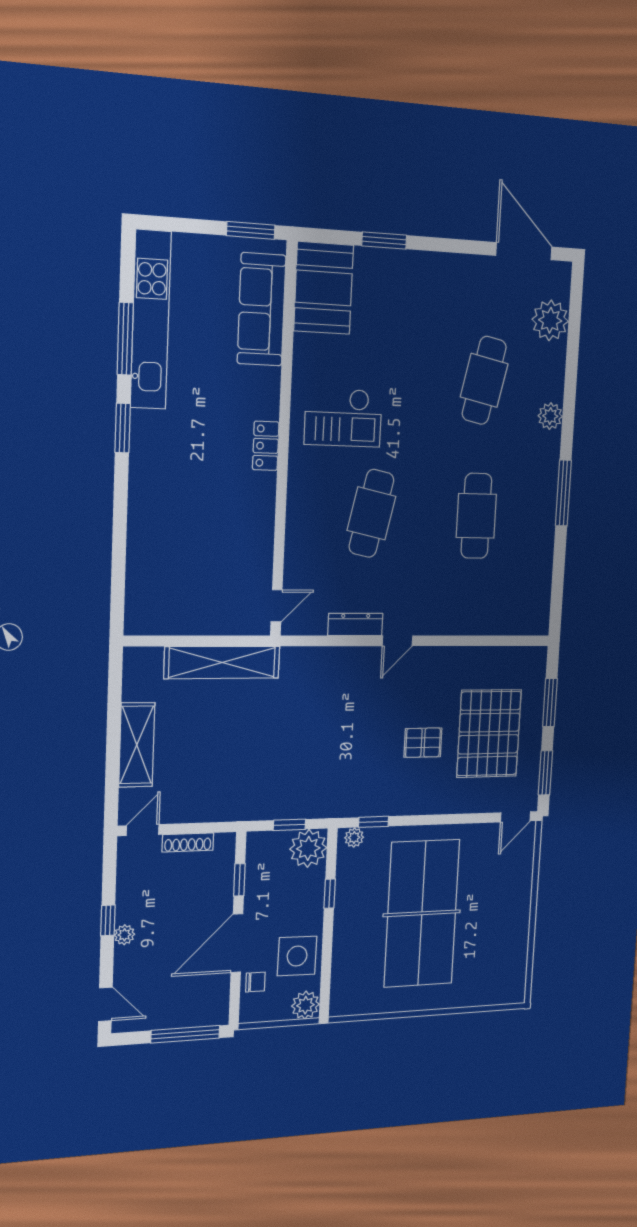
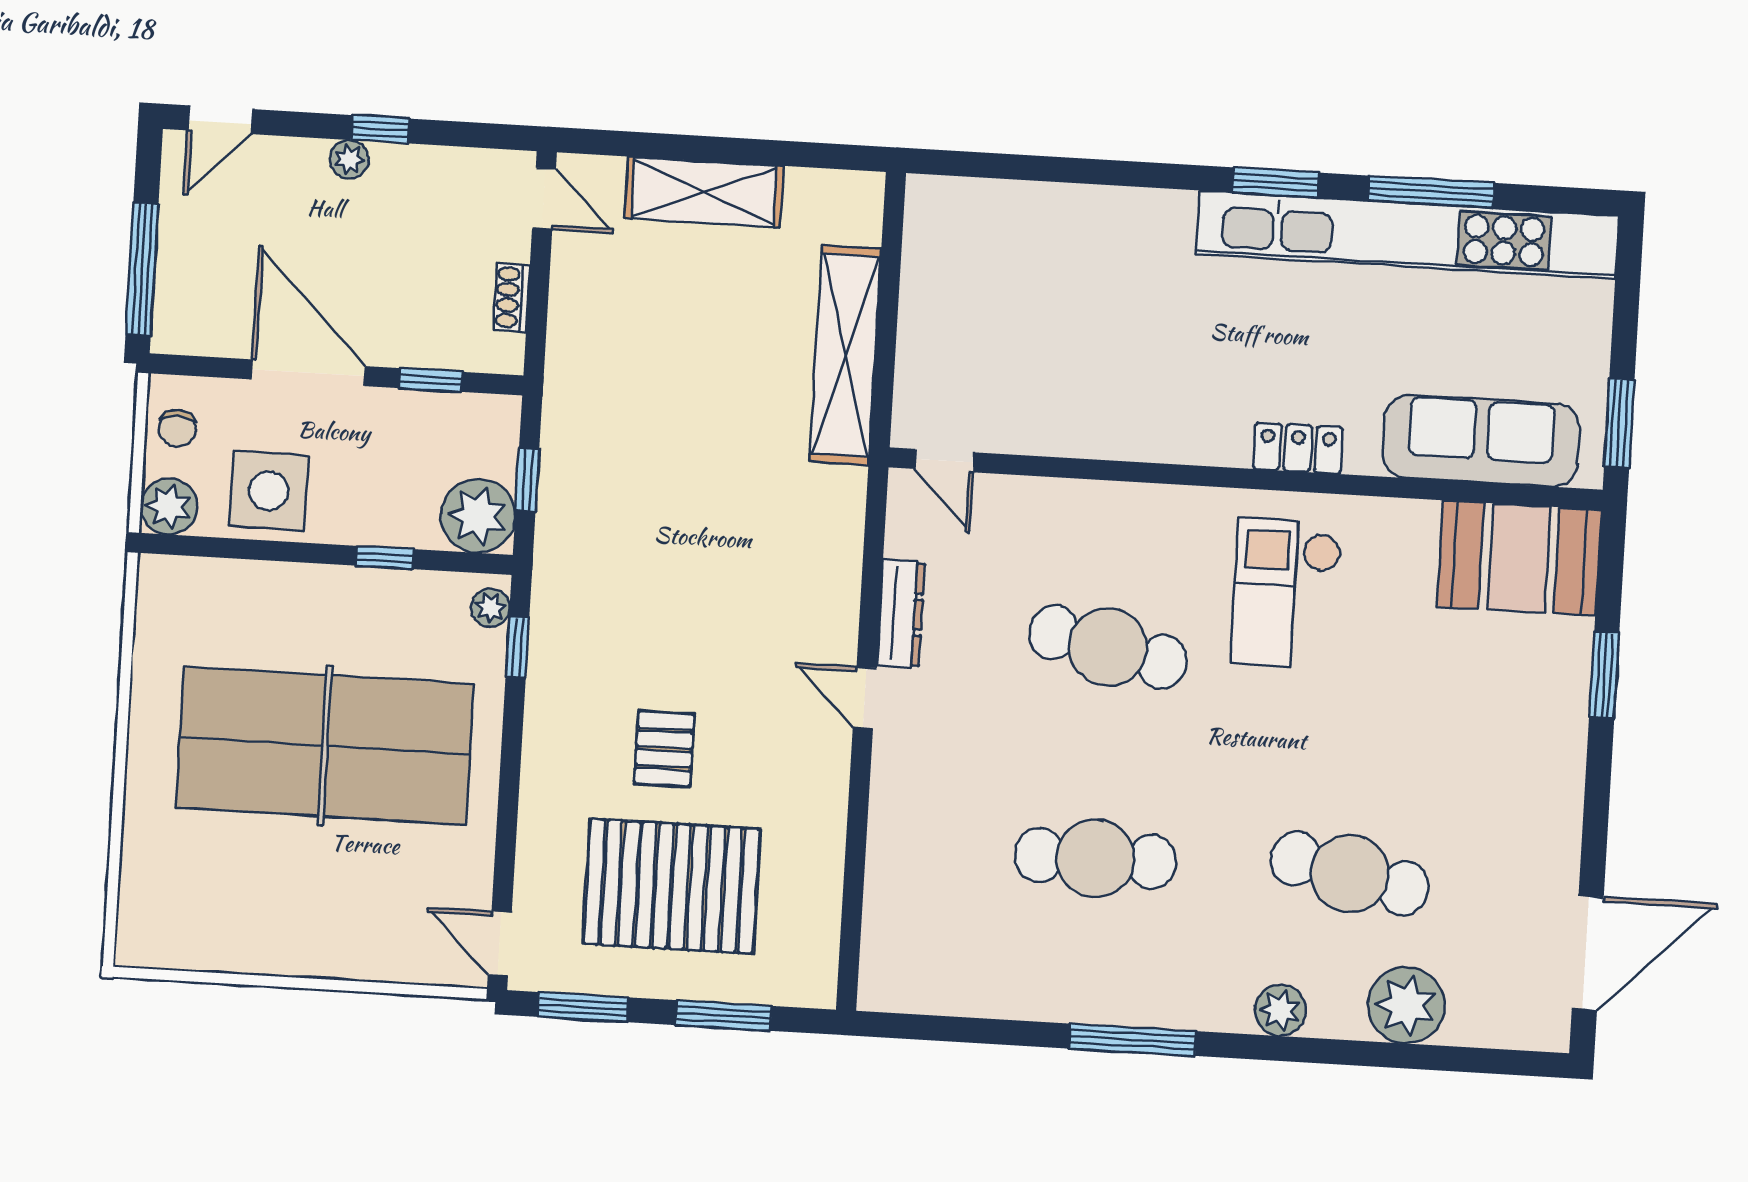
kitchen unit: (151, 320) -> (1407, 235), width x1.36
plant: (550, 320) -> (1406, 1005), moved
locker: (266, 446) -> (1298, 448), moved
shoe rack: (188, 842) -> (512, 297), width x0.70
chair: (255, 982) -> (177, 428), moved

